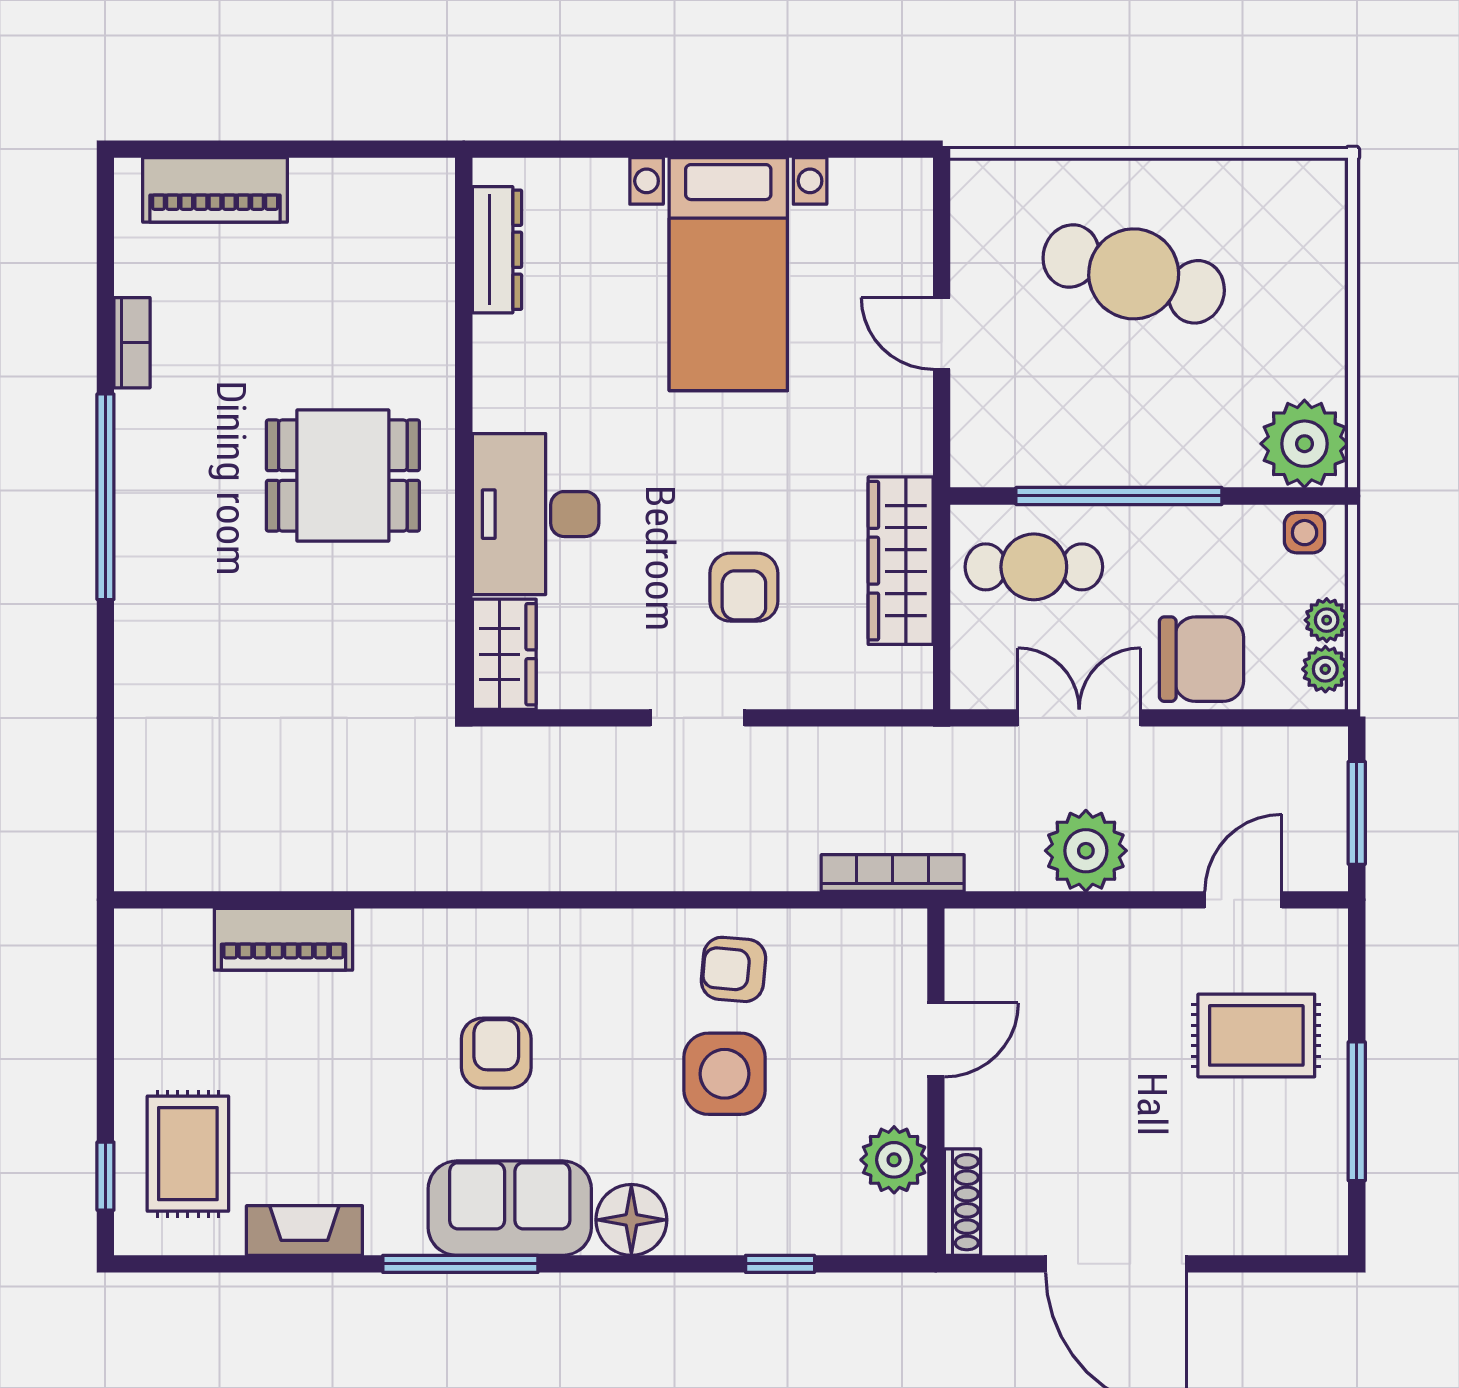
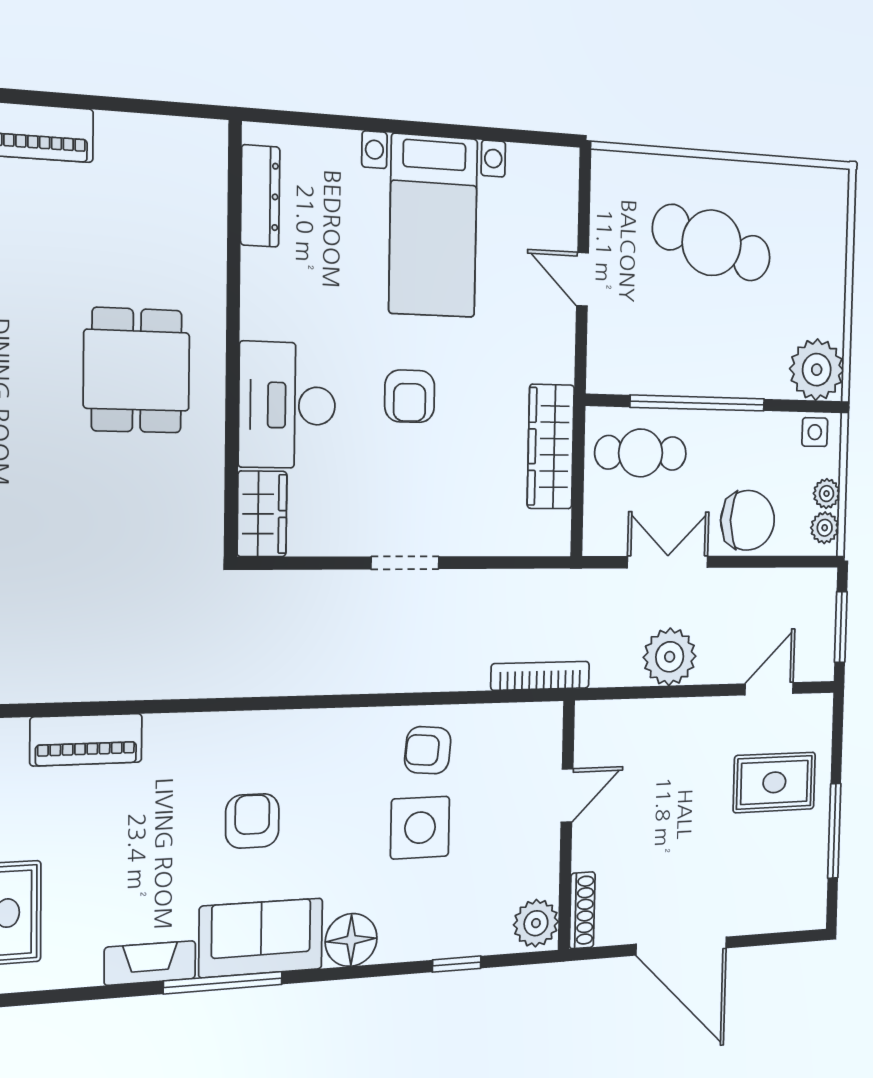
dining table: (343, 476) -> (137, 370), turned 90
armchair: (744, 587) -> (410, 396), moved
plant: (894, 1160) -> (536, 923), moved
fireplace: (304, 1231) -> (150, 963), moved

